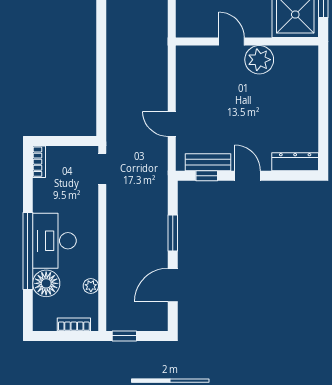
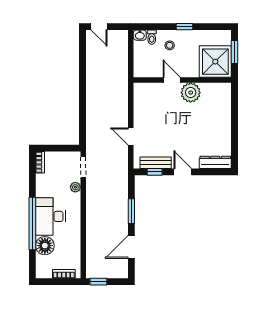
plant: (91, 286) -> (75, 187), moved

